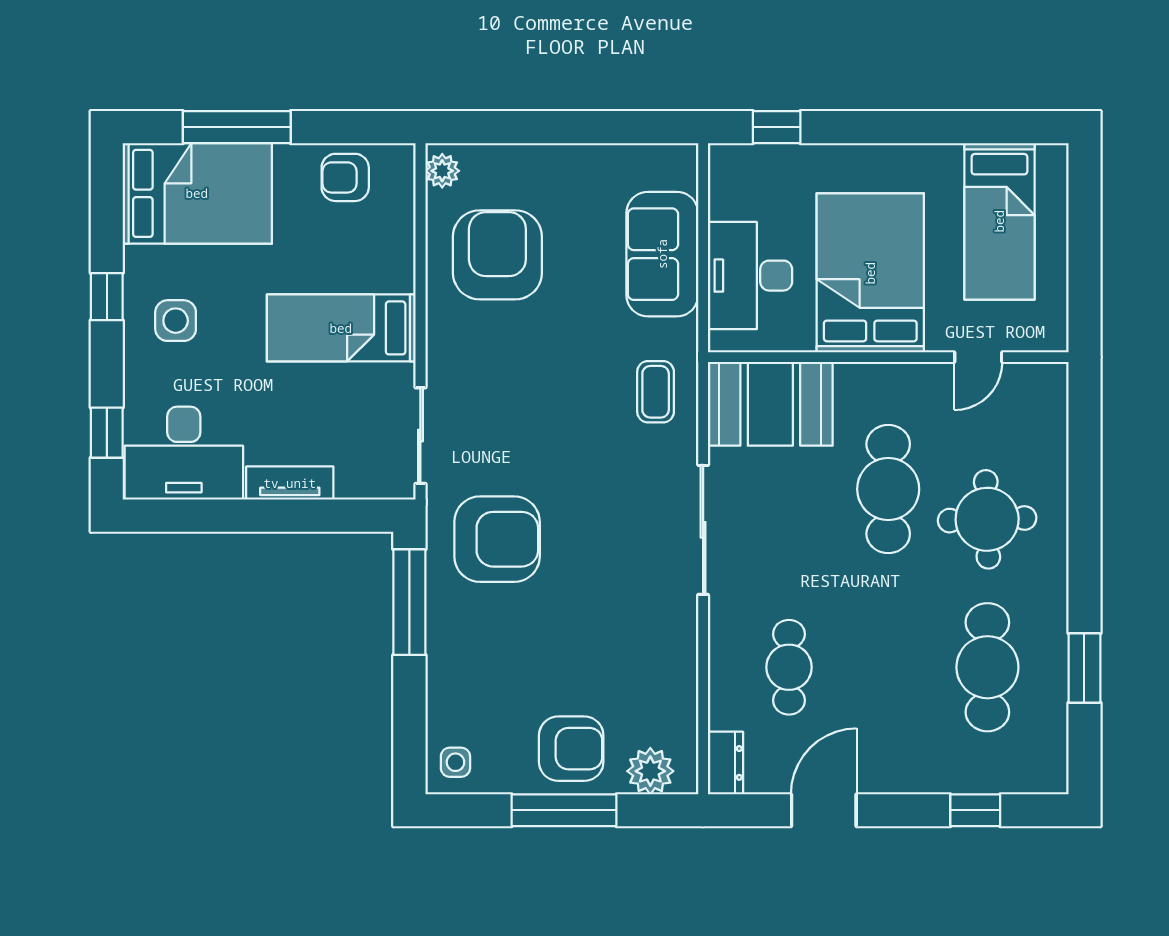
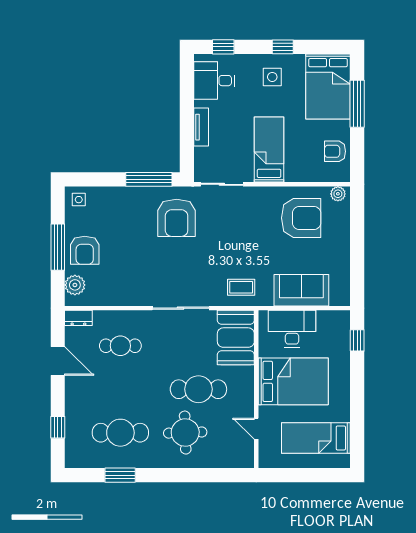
armchair: (345, 177) -> (335, 151), turned -90
desk: (184, 453) -> (214, 81), width x0.73

